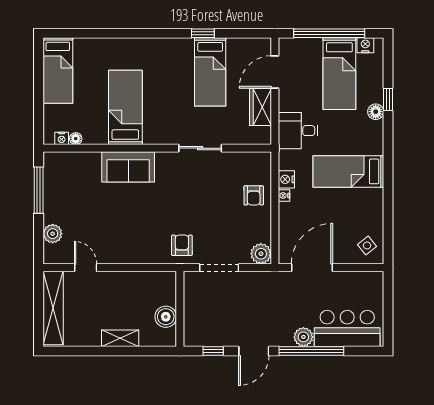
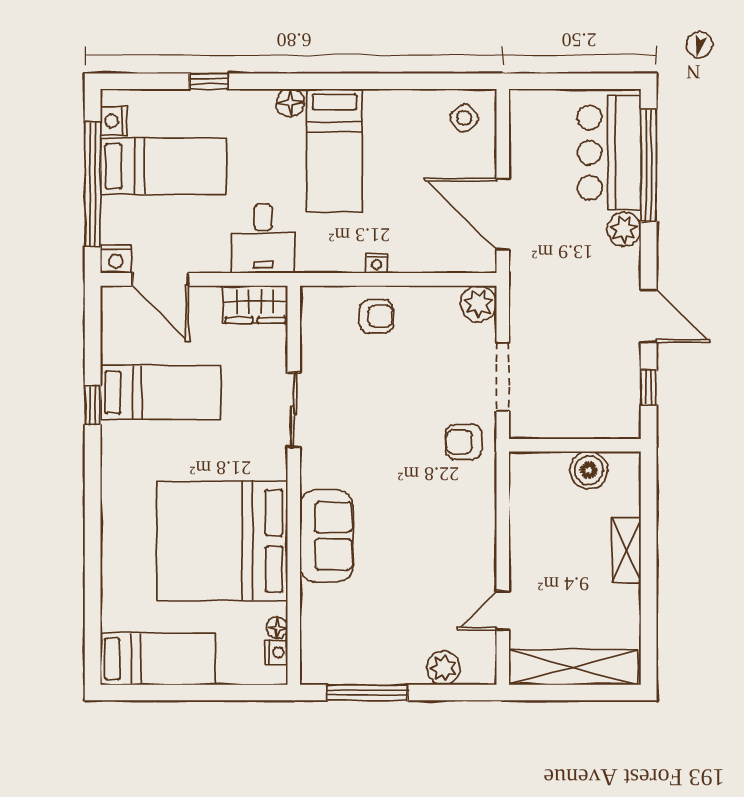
bed: (125, 107) -> (222, 541), width x2.04
wardrobe: (261, 107) -> (255, 304), moved
floor lamp: (376, 112) -> (290, 103), moved
nightstand: (286, 179) -> (116, 259), moved
window: (311, 351) -> (649, 165), moved

